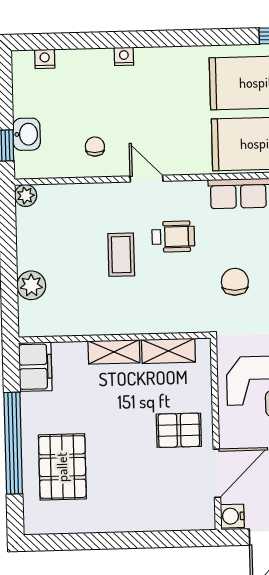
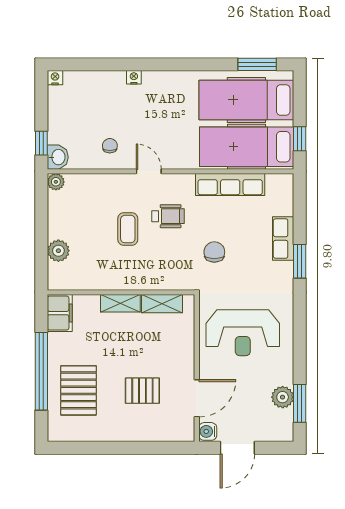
nightstand: (45, 59) -> (55, 78), moved
washbasin: (27, 134) -> (58, 157), moved
pallet: (179, 430) -> (142, 391), moved

